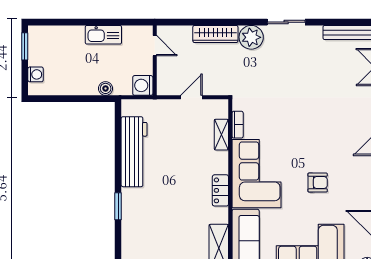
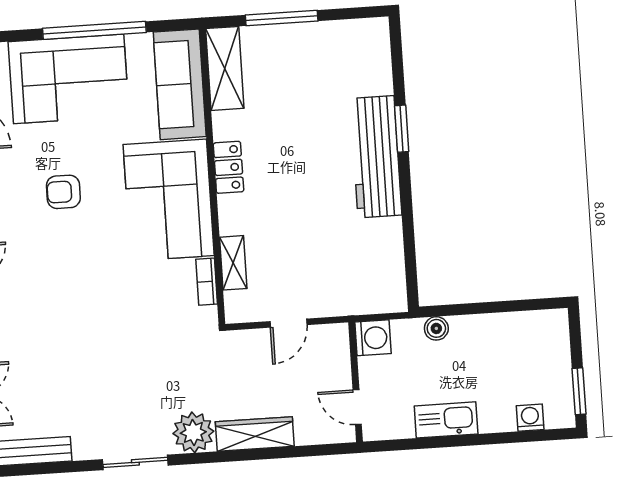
washing machine: (36, 74) -> (530, 418), moved, turned 90
workbench: (134, 152) -> (376, 157), moved

